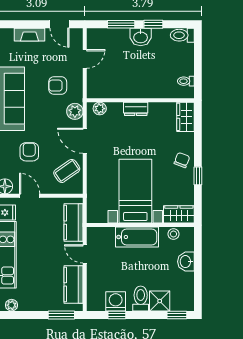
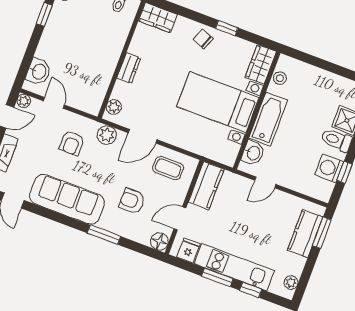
window: (121, 24) -> (31, 49), removed
plant: (77, 34) -> (24, 101), added
washbasin: (141, 37) -> (39, 72), moved
coffee table: (67, 171) -> (168, 168), turned -55
kitchen counter: (74, 223) -> (206, 186), moved, turned -90
washbasin: (186, 262) -> (253, 153), moved, turned -90
kitchen counter: (74, 284) -> (305, 234), moved, turned 90

